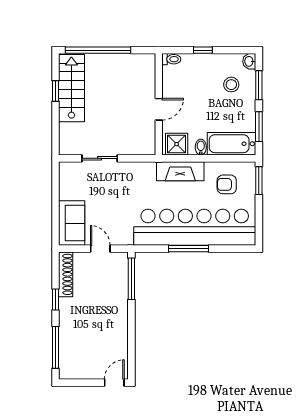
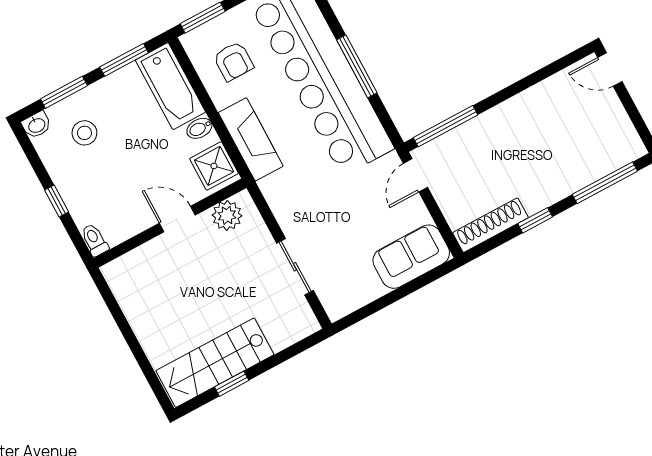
window: (98, 50) -> (139, 354), removed
plant: (146, 137) -> (227, 215), added
door: (100, 249) -> (415, 175), moved

